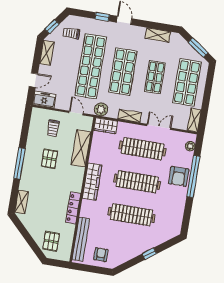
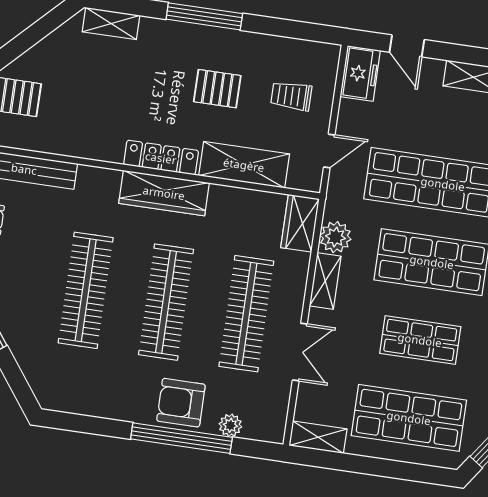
plant: (101, 109) -> (335, 237), moved
plant: (190, 146) -> (230, 425), moved
locker: (73, 208) -> (161, 158), moved

